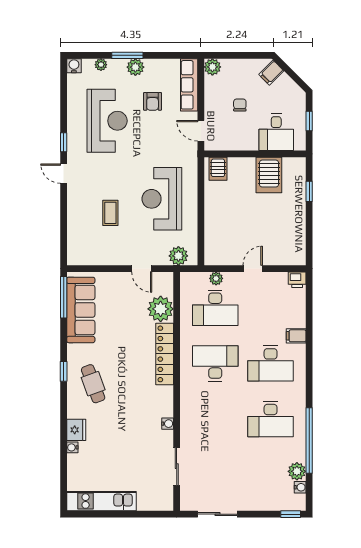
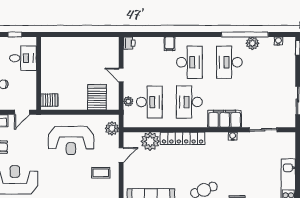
server rack: (269, 175) -> (97, 97), moved, turned -90
window: (309, 191) -> (66, 34), removed
coffee table: (110, 213) -> (101, 173), moved
filing cabinet: (192, 412) -> (225, 119), added
desk: (271, 419) -> (229, 62), turned 180
plant: (297, 471) -> (252, 43), moved

